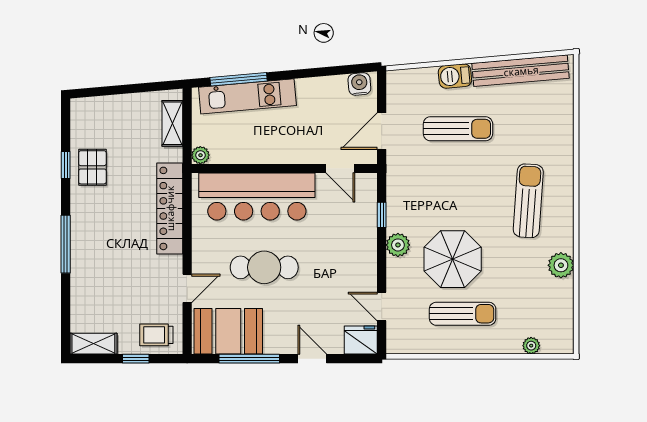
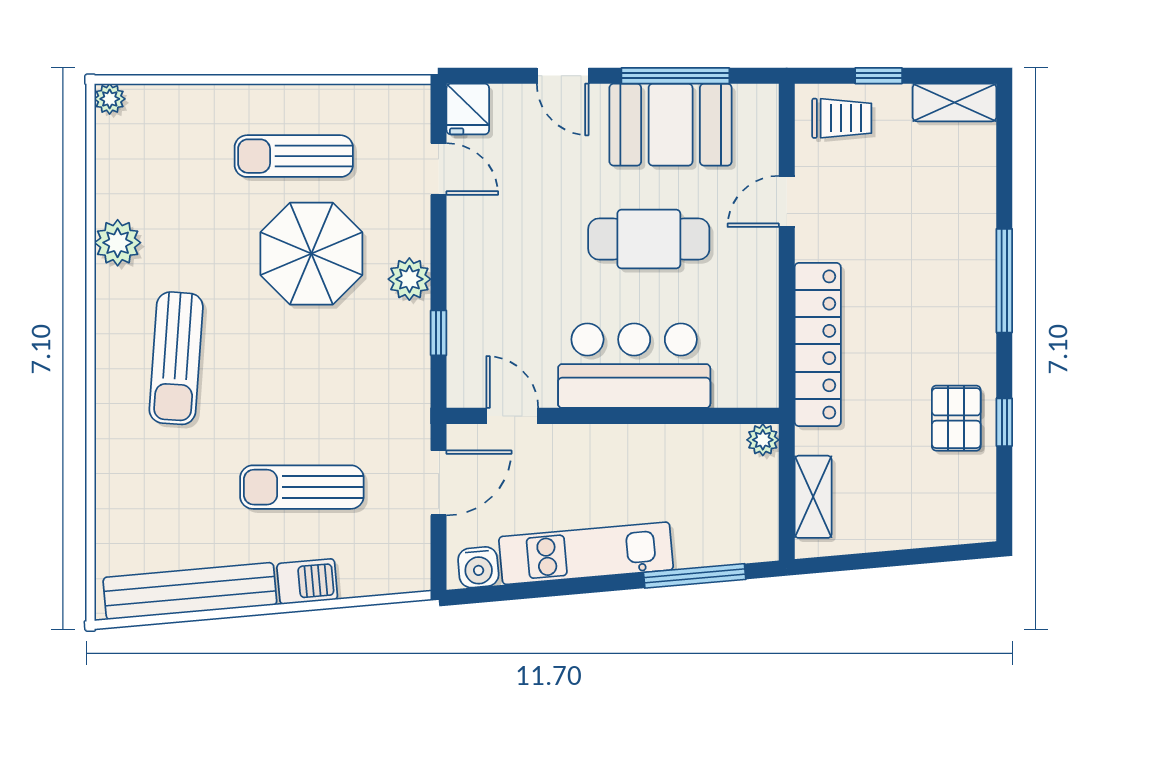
kitchen unit: (247, 96) -> (586, 553), moved
bar counter: (257, 197) -> (634, 366), width x0.73
booth: (228, 331) -> (671, 125), moved
fridge: (361, 340) -> (468, 109), width x0.72
plant: (531, 346) -> (110, 99), moved

